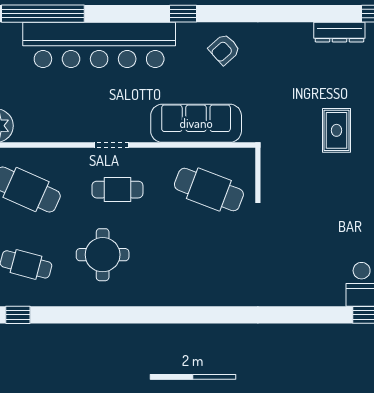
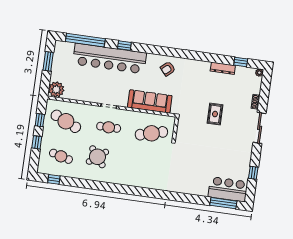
window: (183, 14) -> (124, 46), moved
cafe table: (209, 190) -> (151, 133), turned -36
round table: (103, 255) -> (97, 157), turned -38

